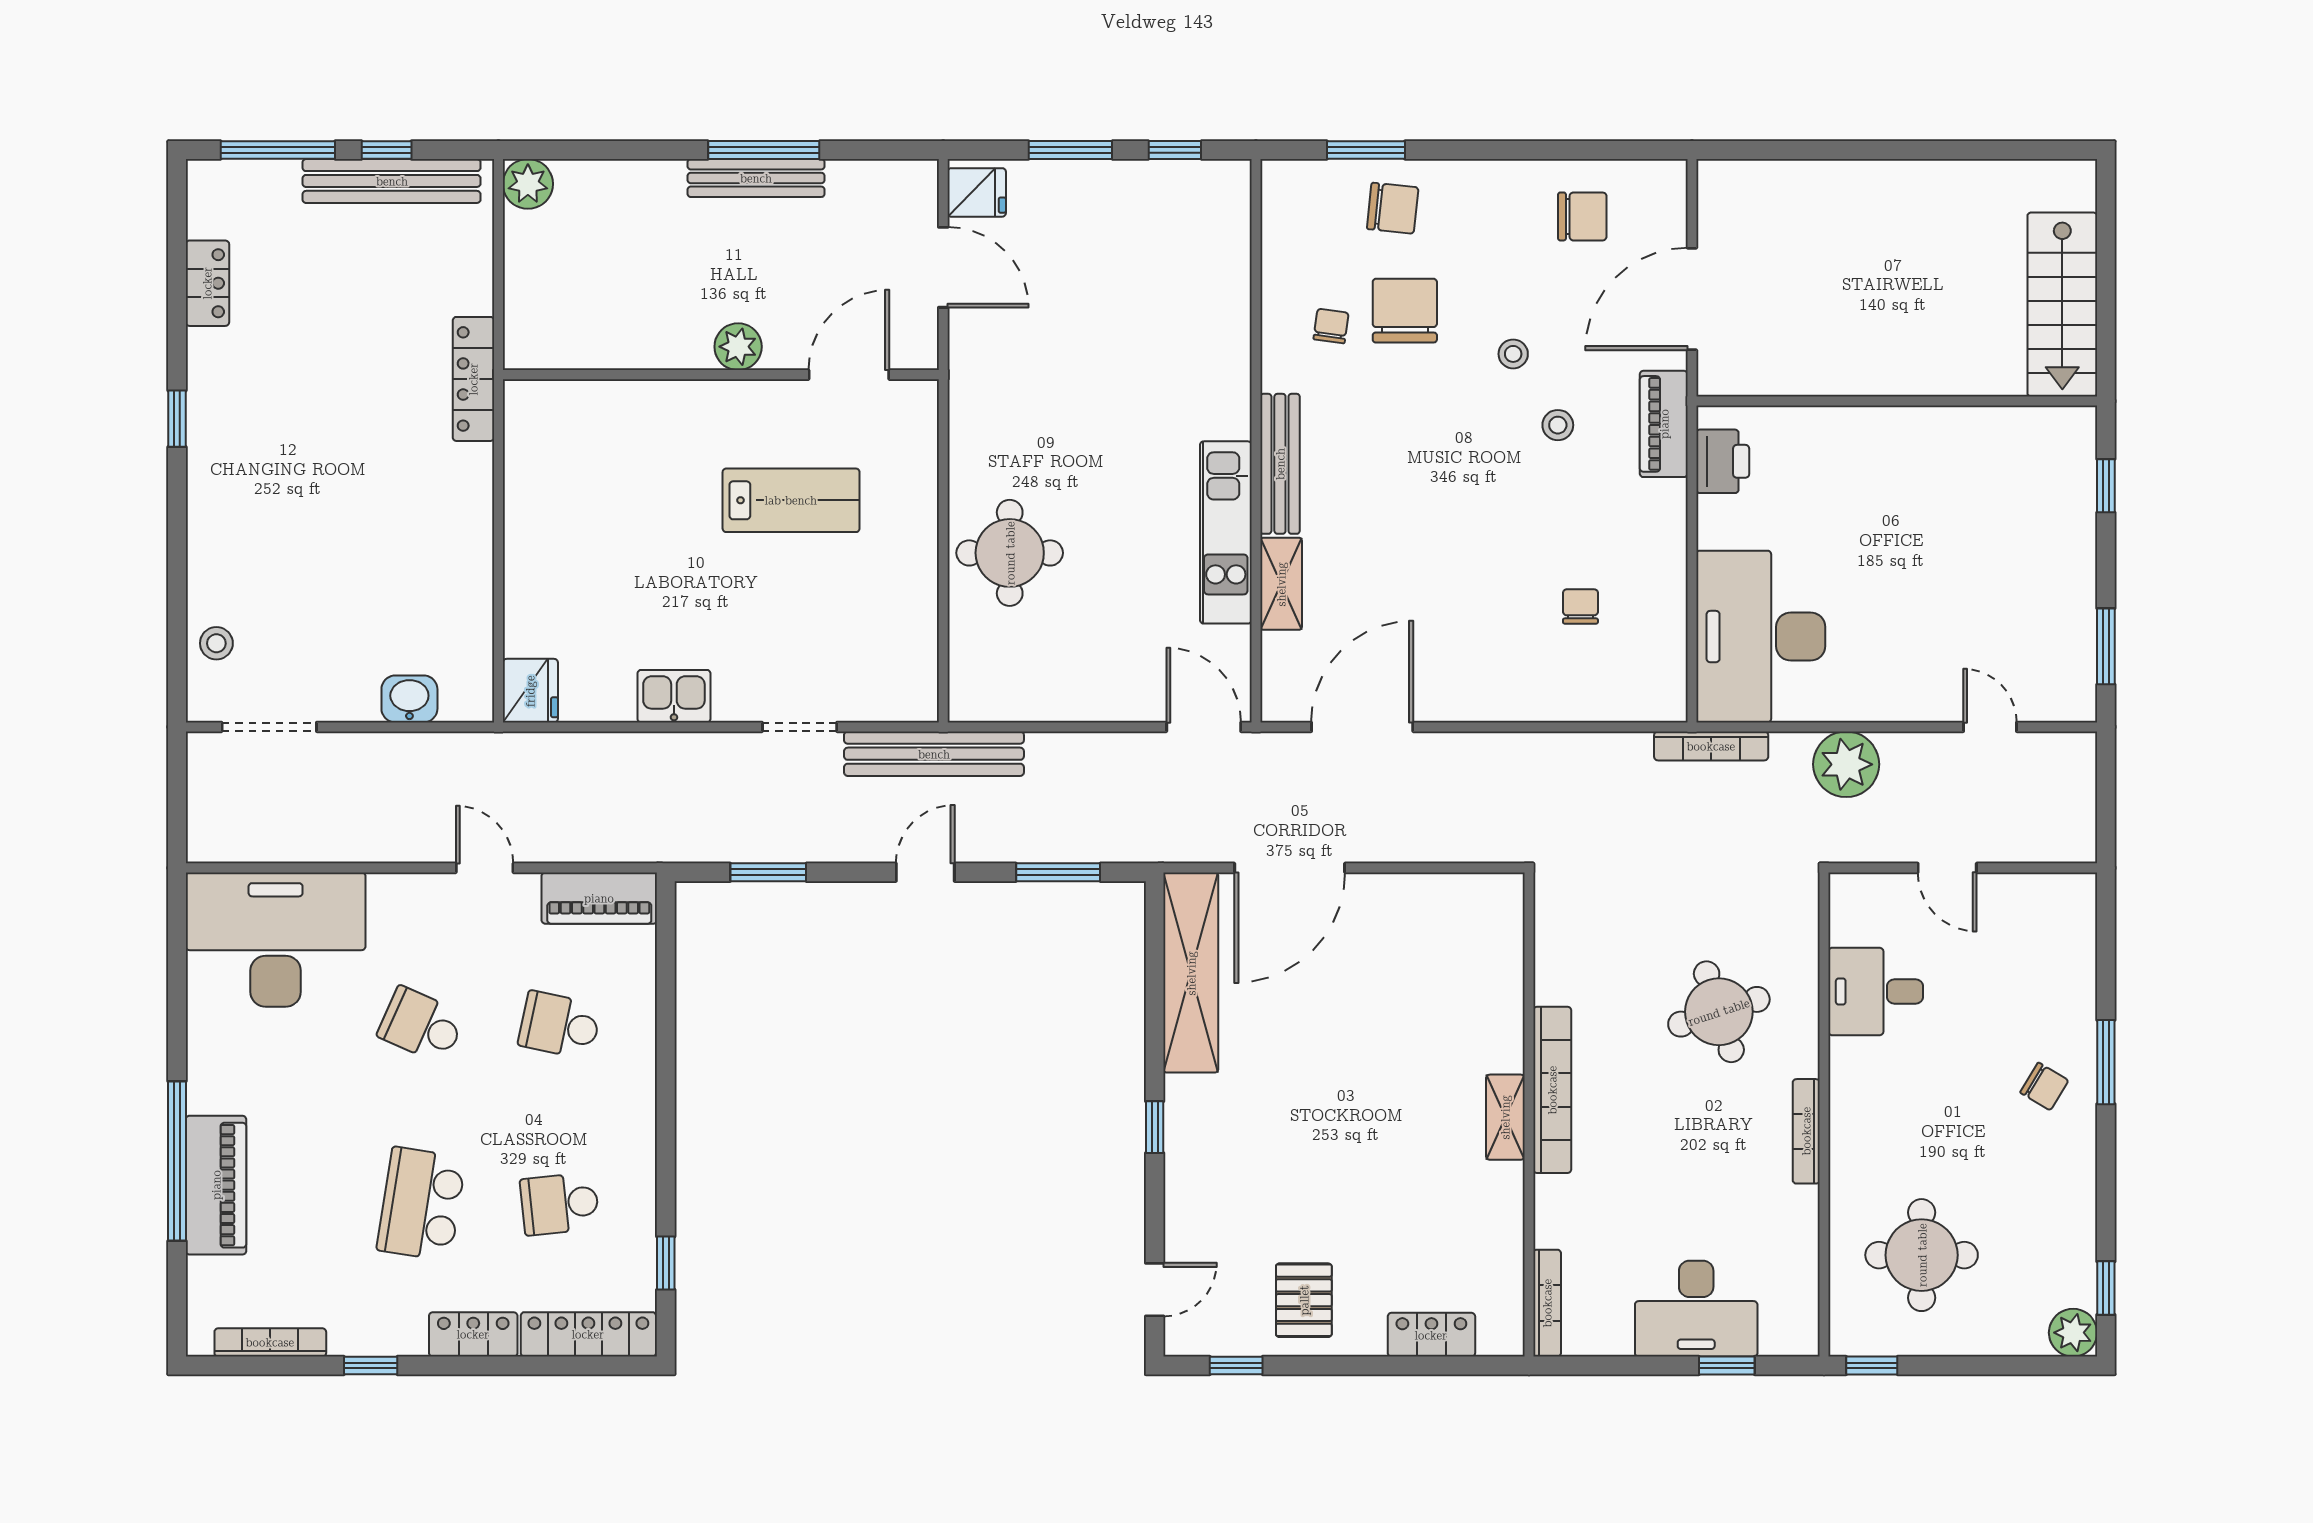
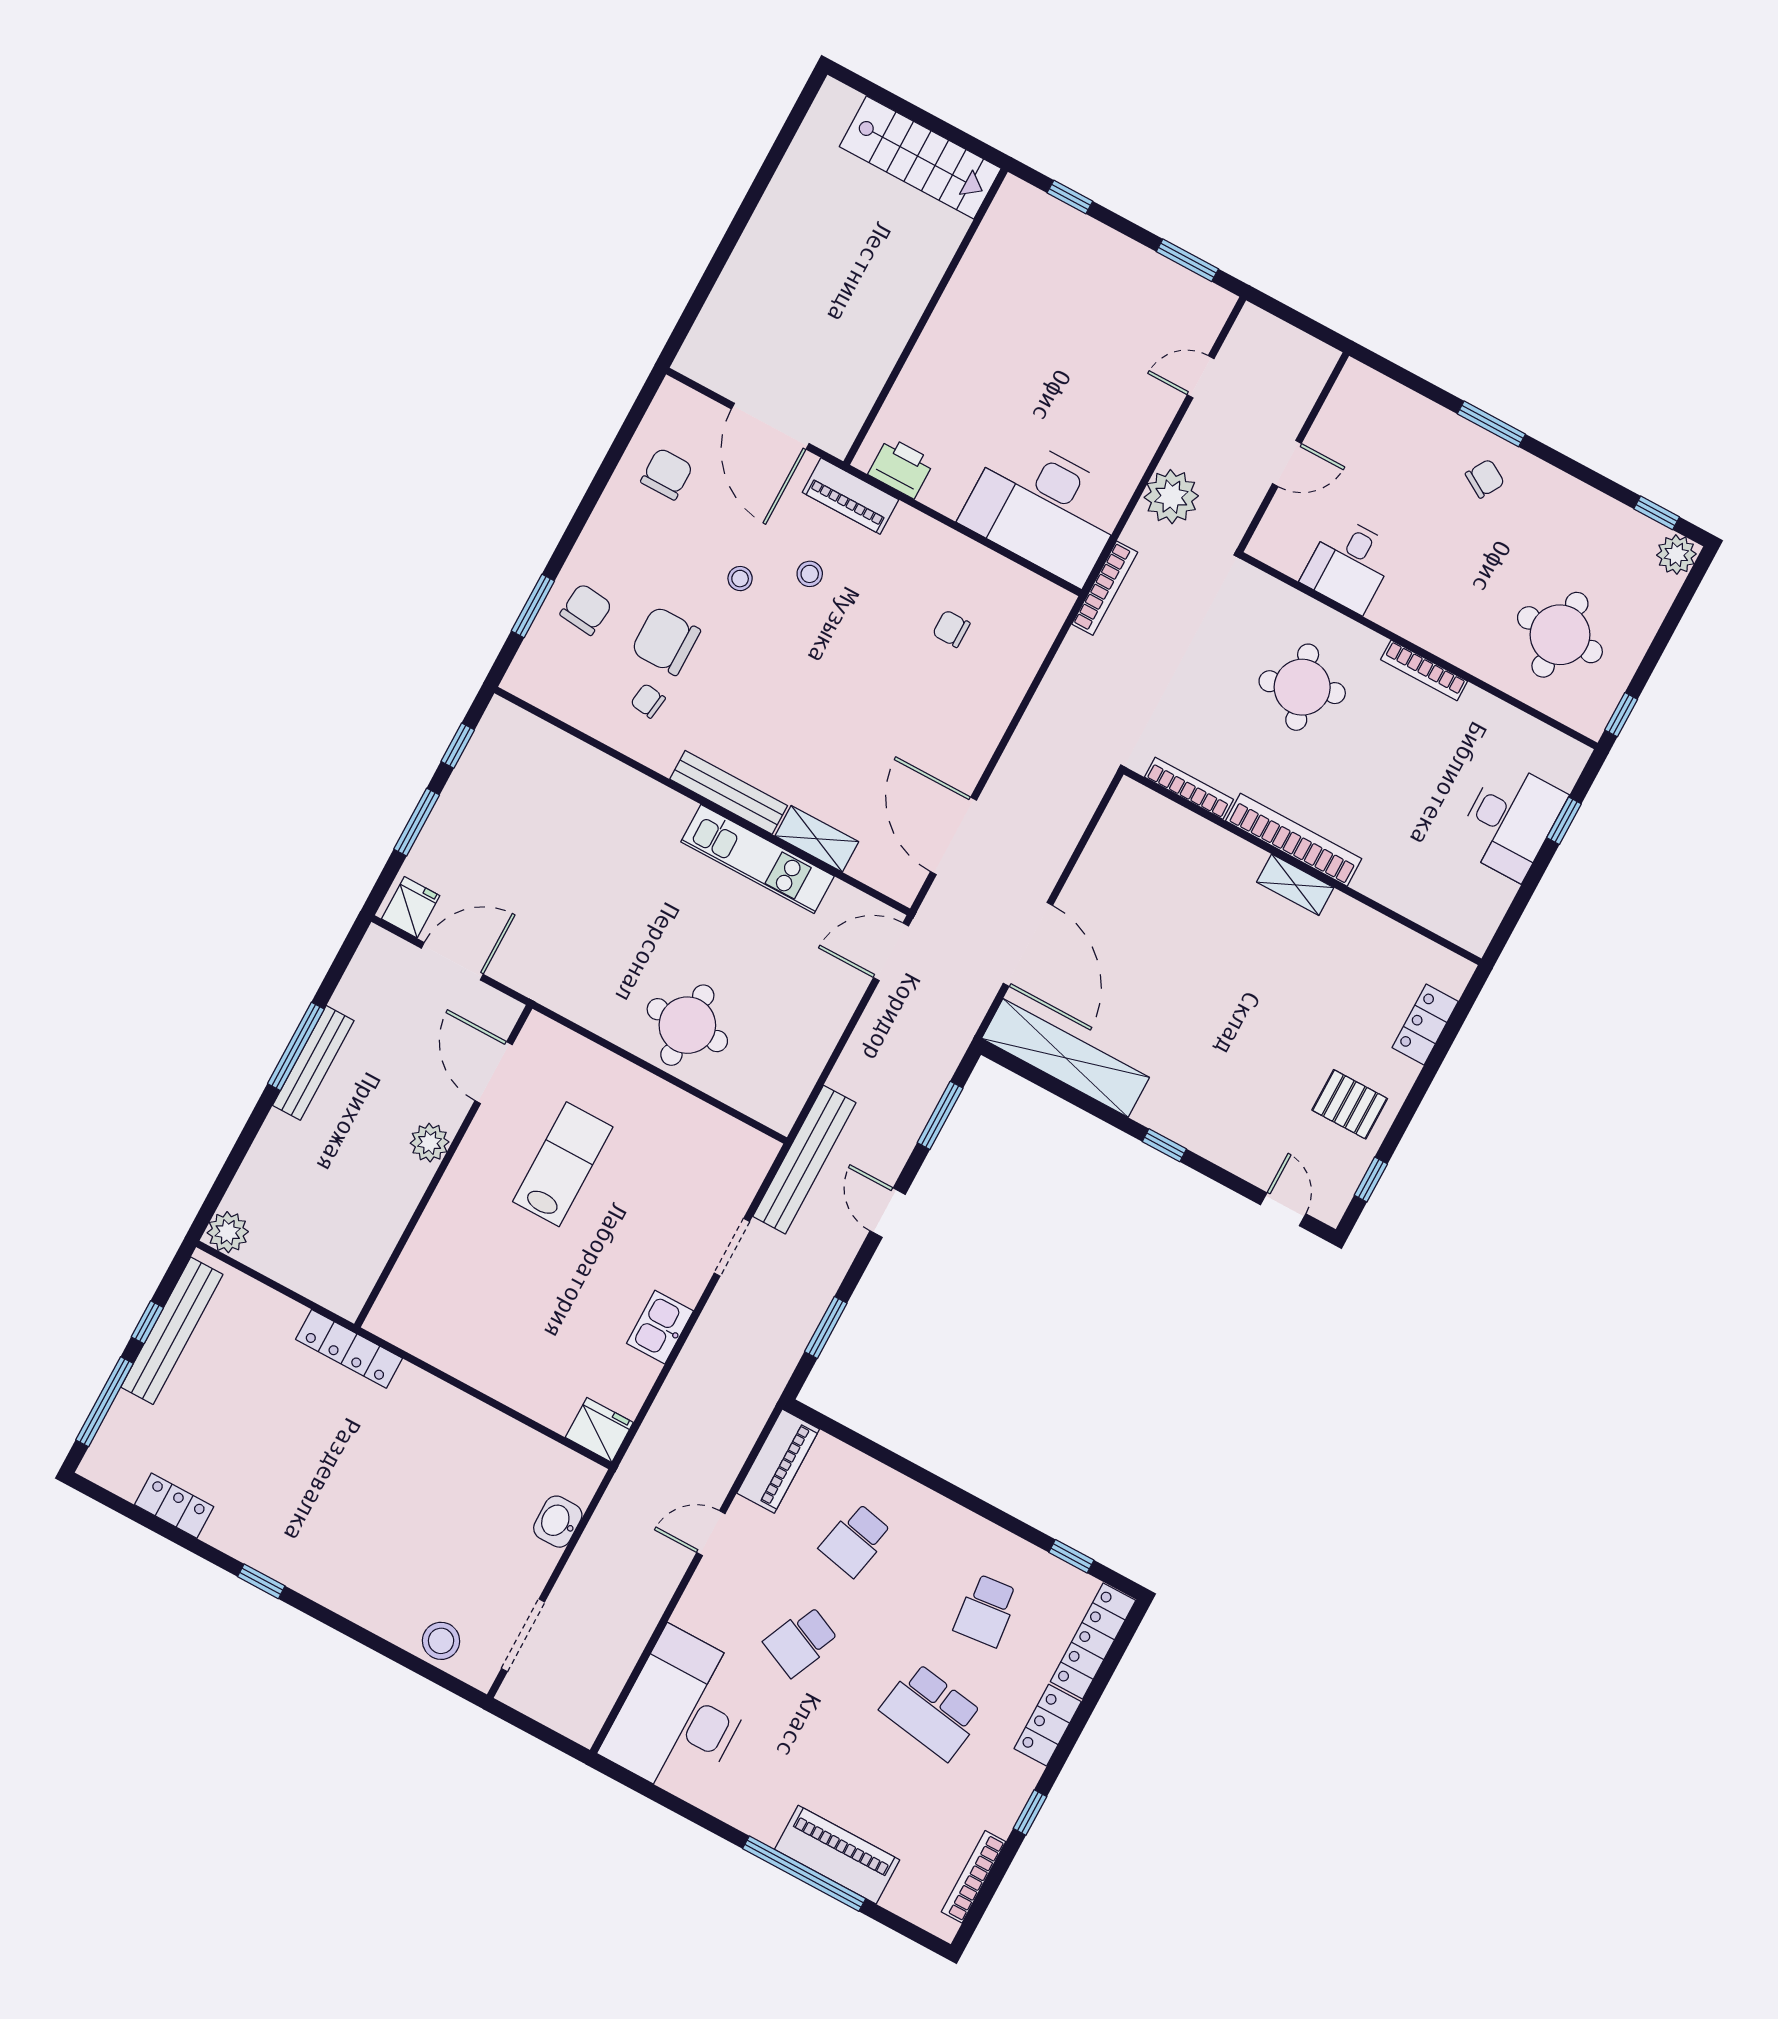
stool: (216, 643) -> (441, 1641), width x1.37, depth x1.37
bookcase: (1547, 1303) -> (1189, 788), moved

